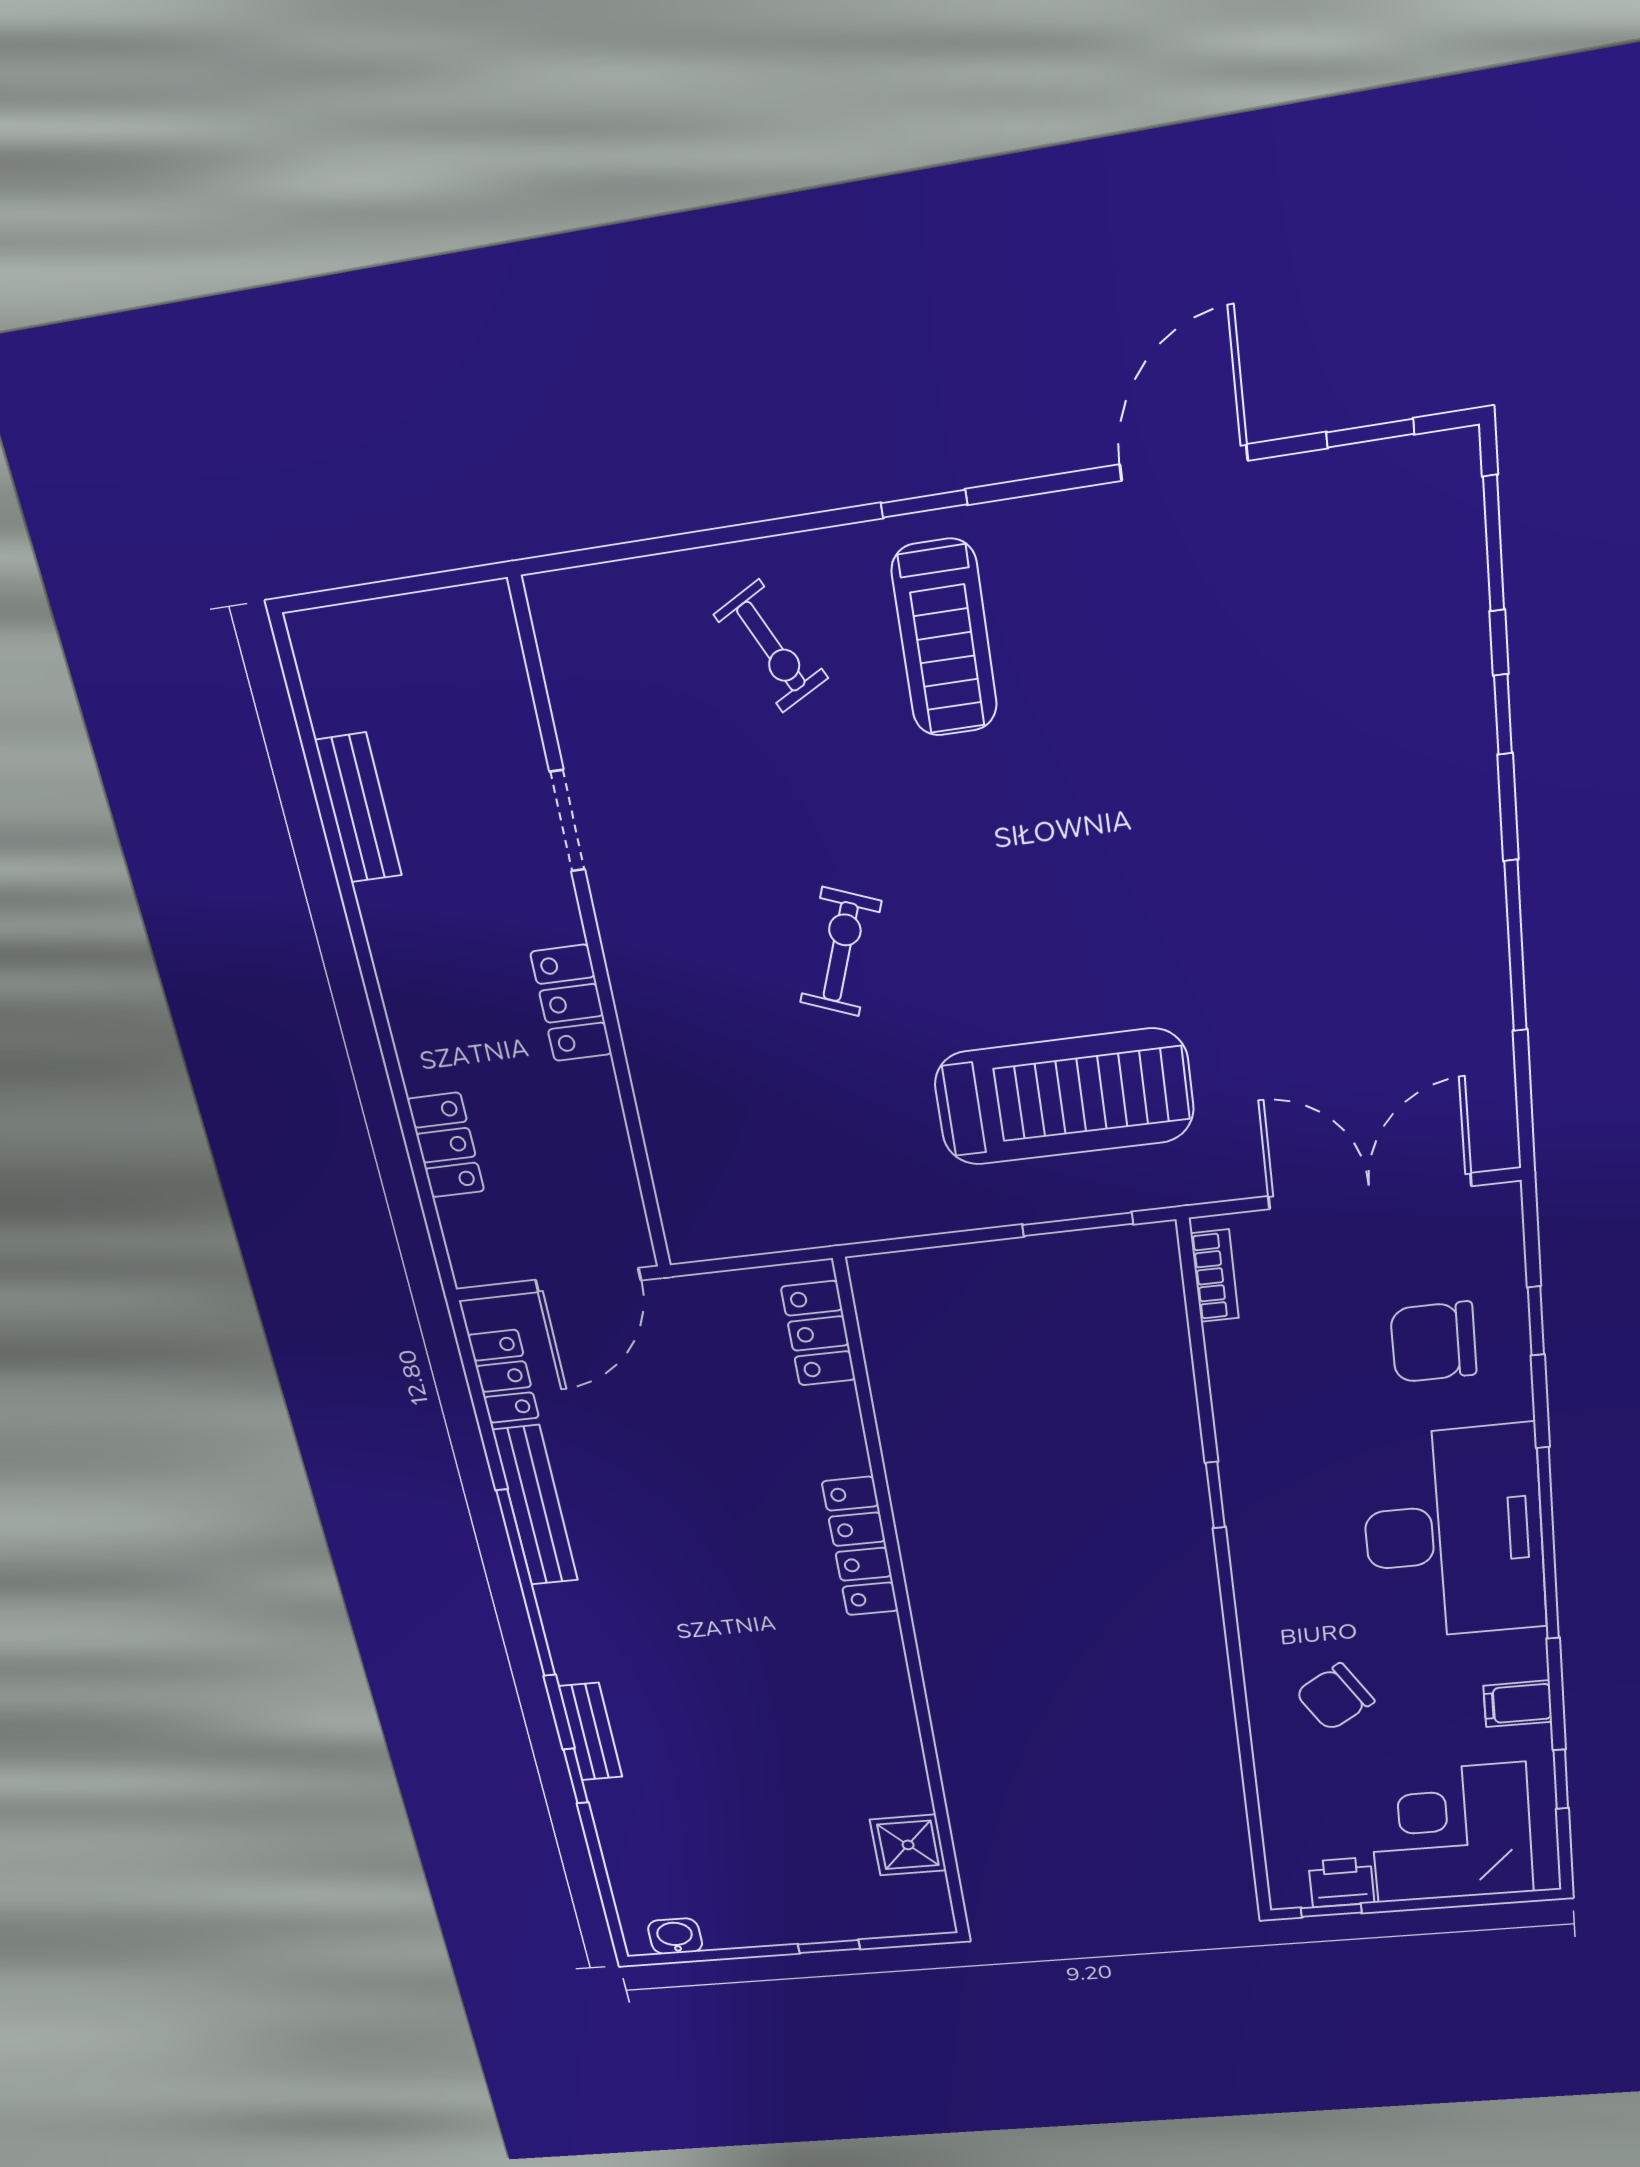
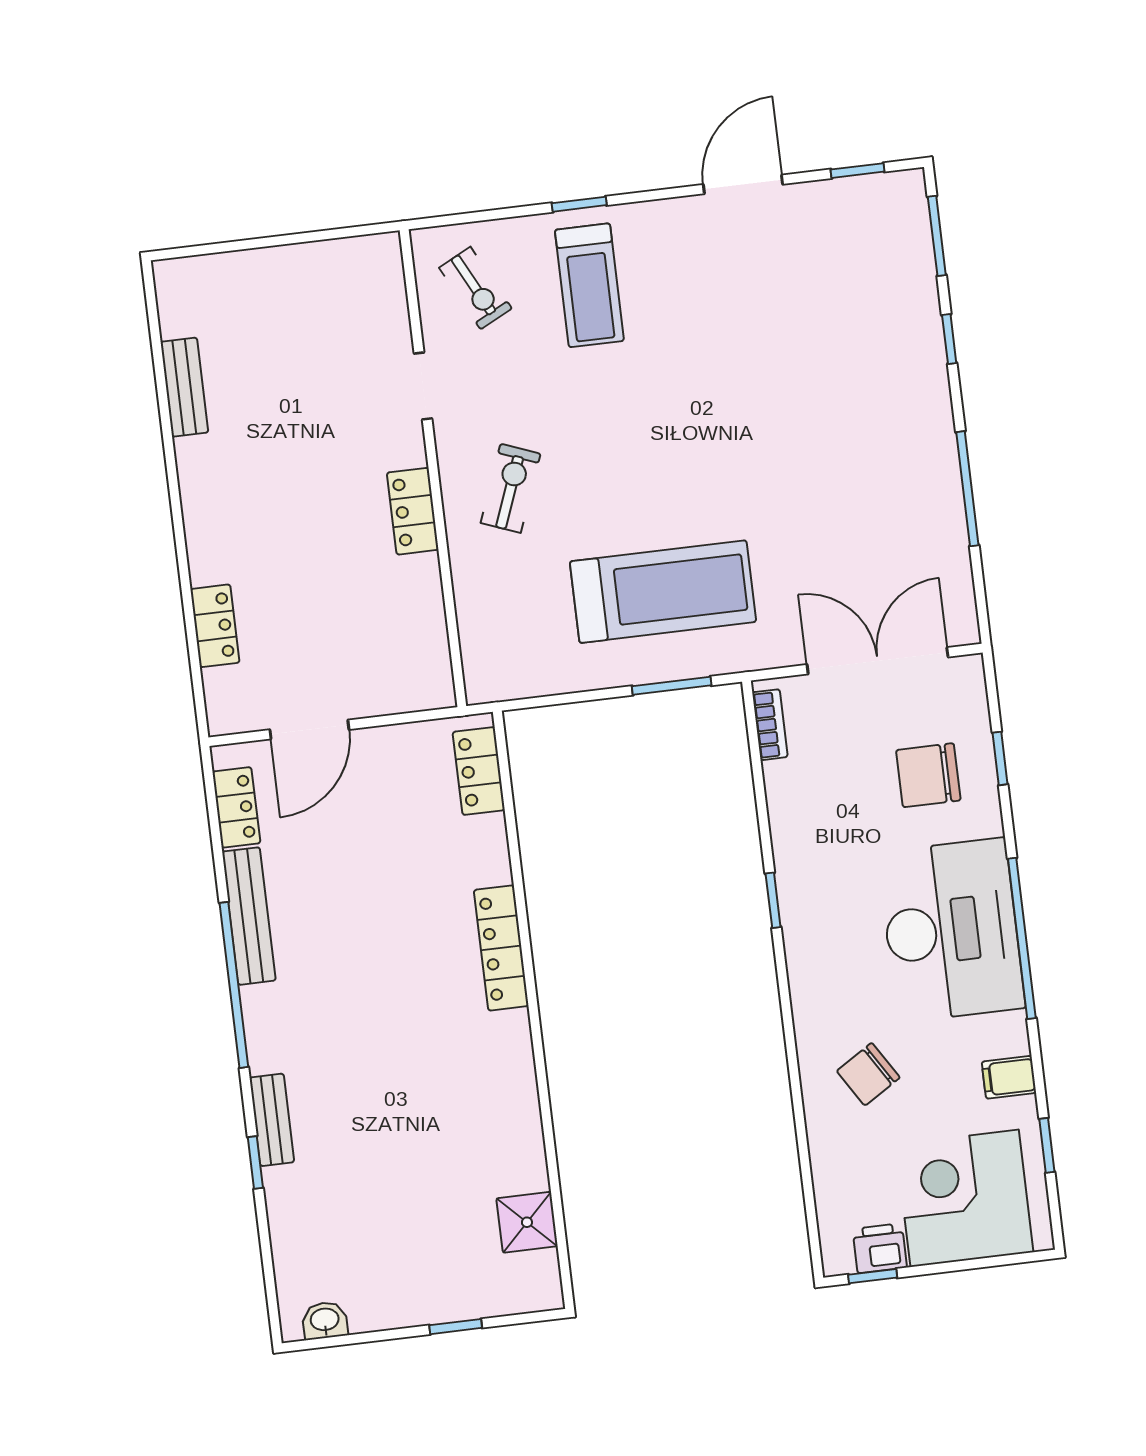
doorway: (567, 821) -> (423, 386), moved
wall: (594, 942) -> (433, 468), moved
locker: (571, 1003) -> (413, 511), moved

